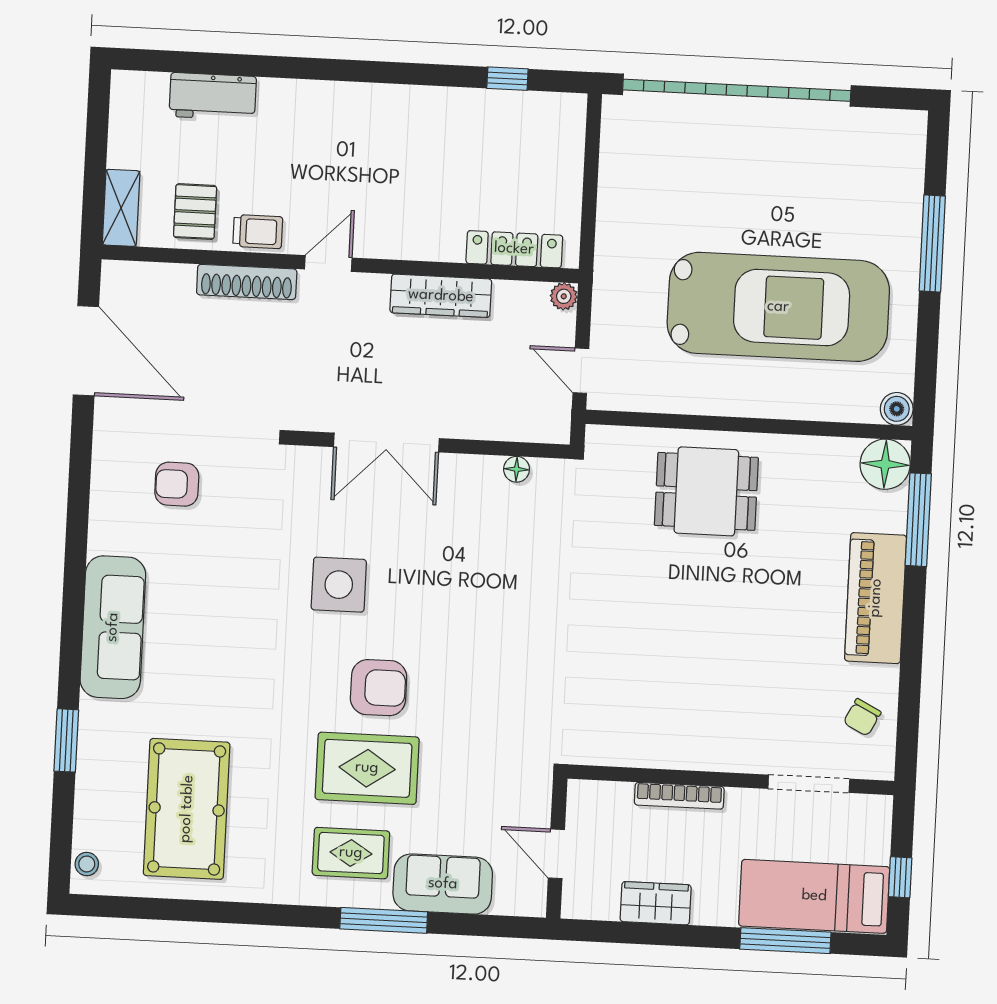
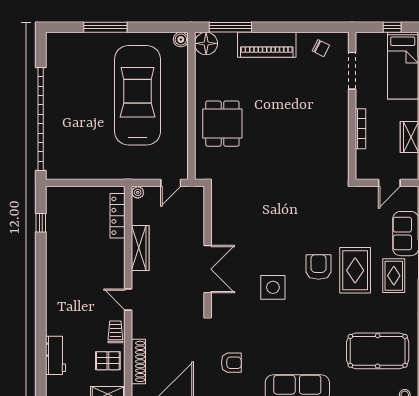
shoe rack: (247, 282) -> (138, 361), moved
floor lamp: (517, 469) -> (217, 210), removed
armchair: (177, 484) -> (231, 363), turned -90

